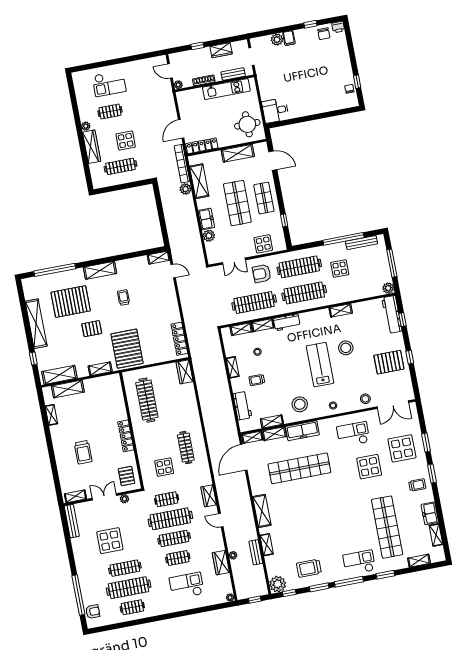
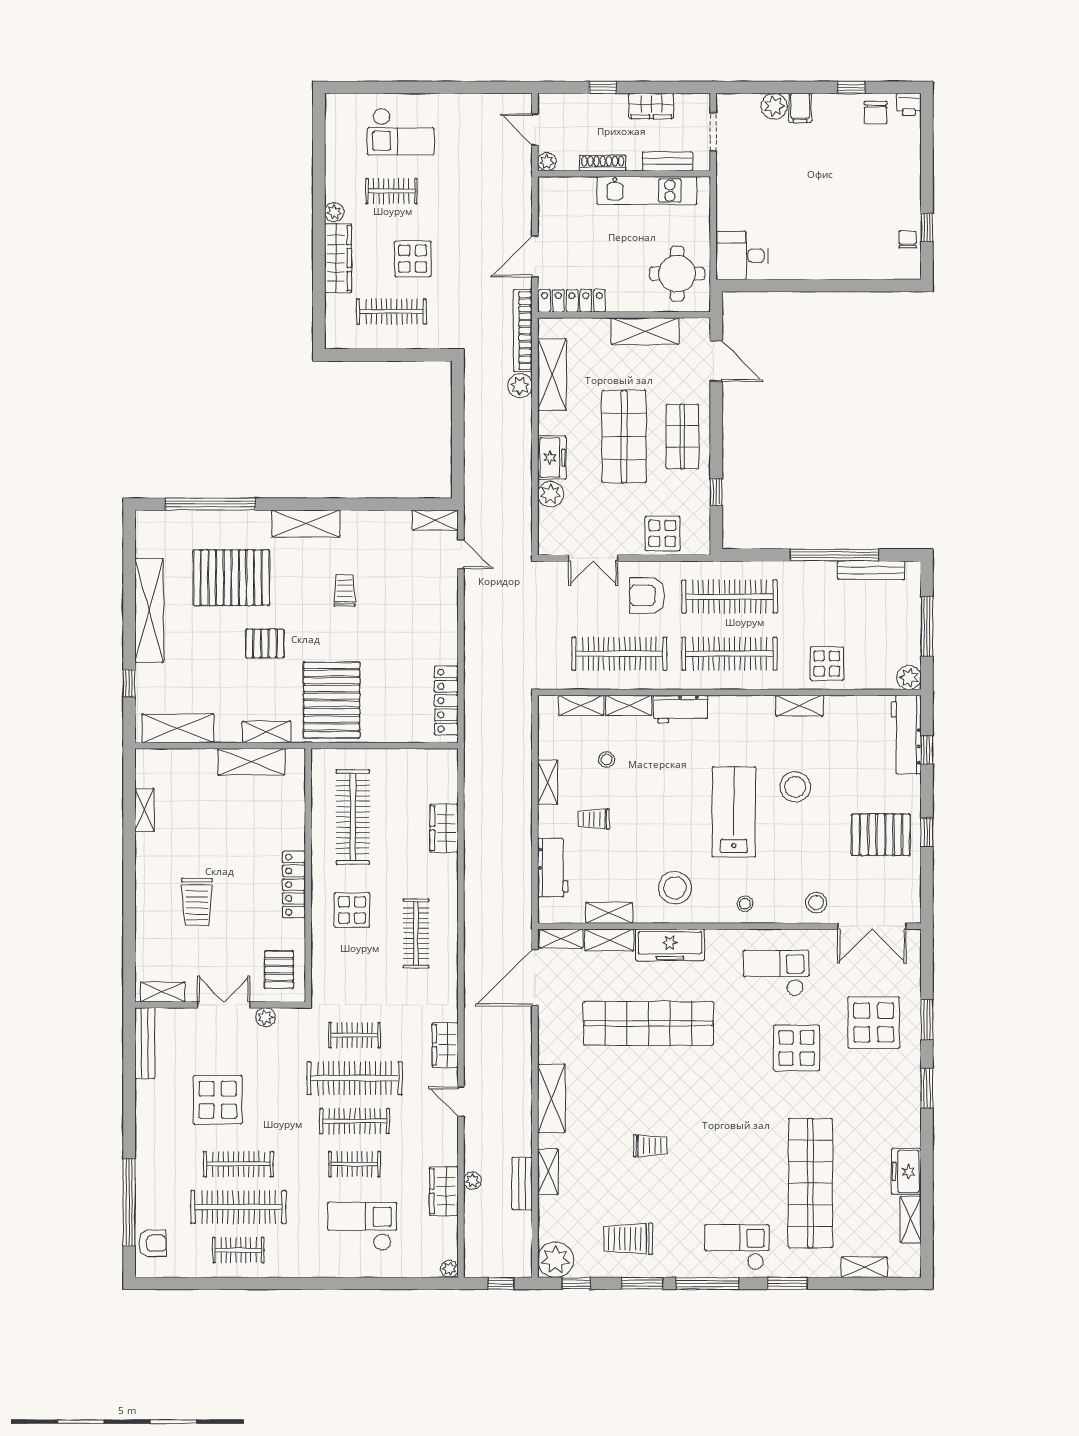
display table: (340, 269) -> (827, 664), moved
wardrobe: (185, 372) -> (444, 828), moved
shelving: (68, 389) -> (251, 762), moved
display table: (164, 467) -> (352, 910), moved
trolley: (417, 485) -> (650, 1146), moved

